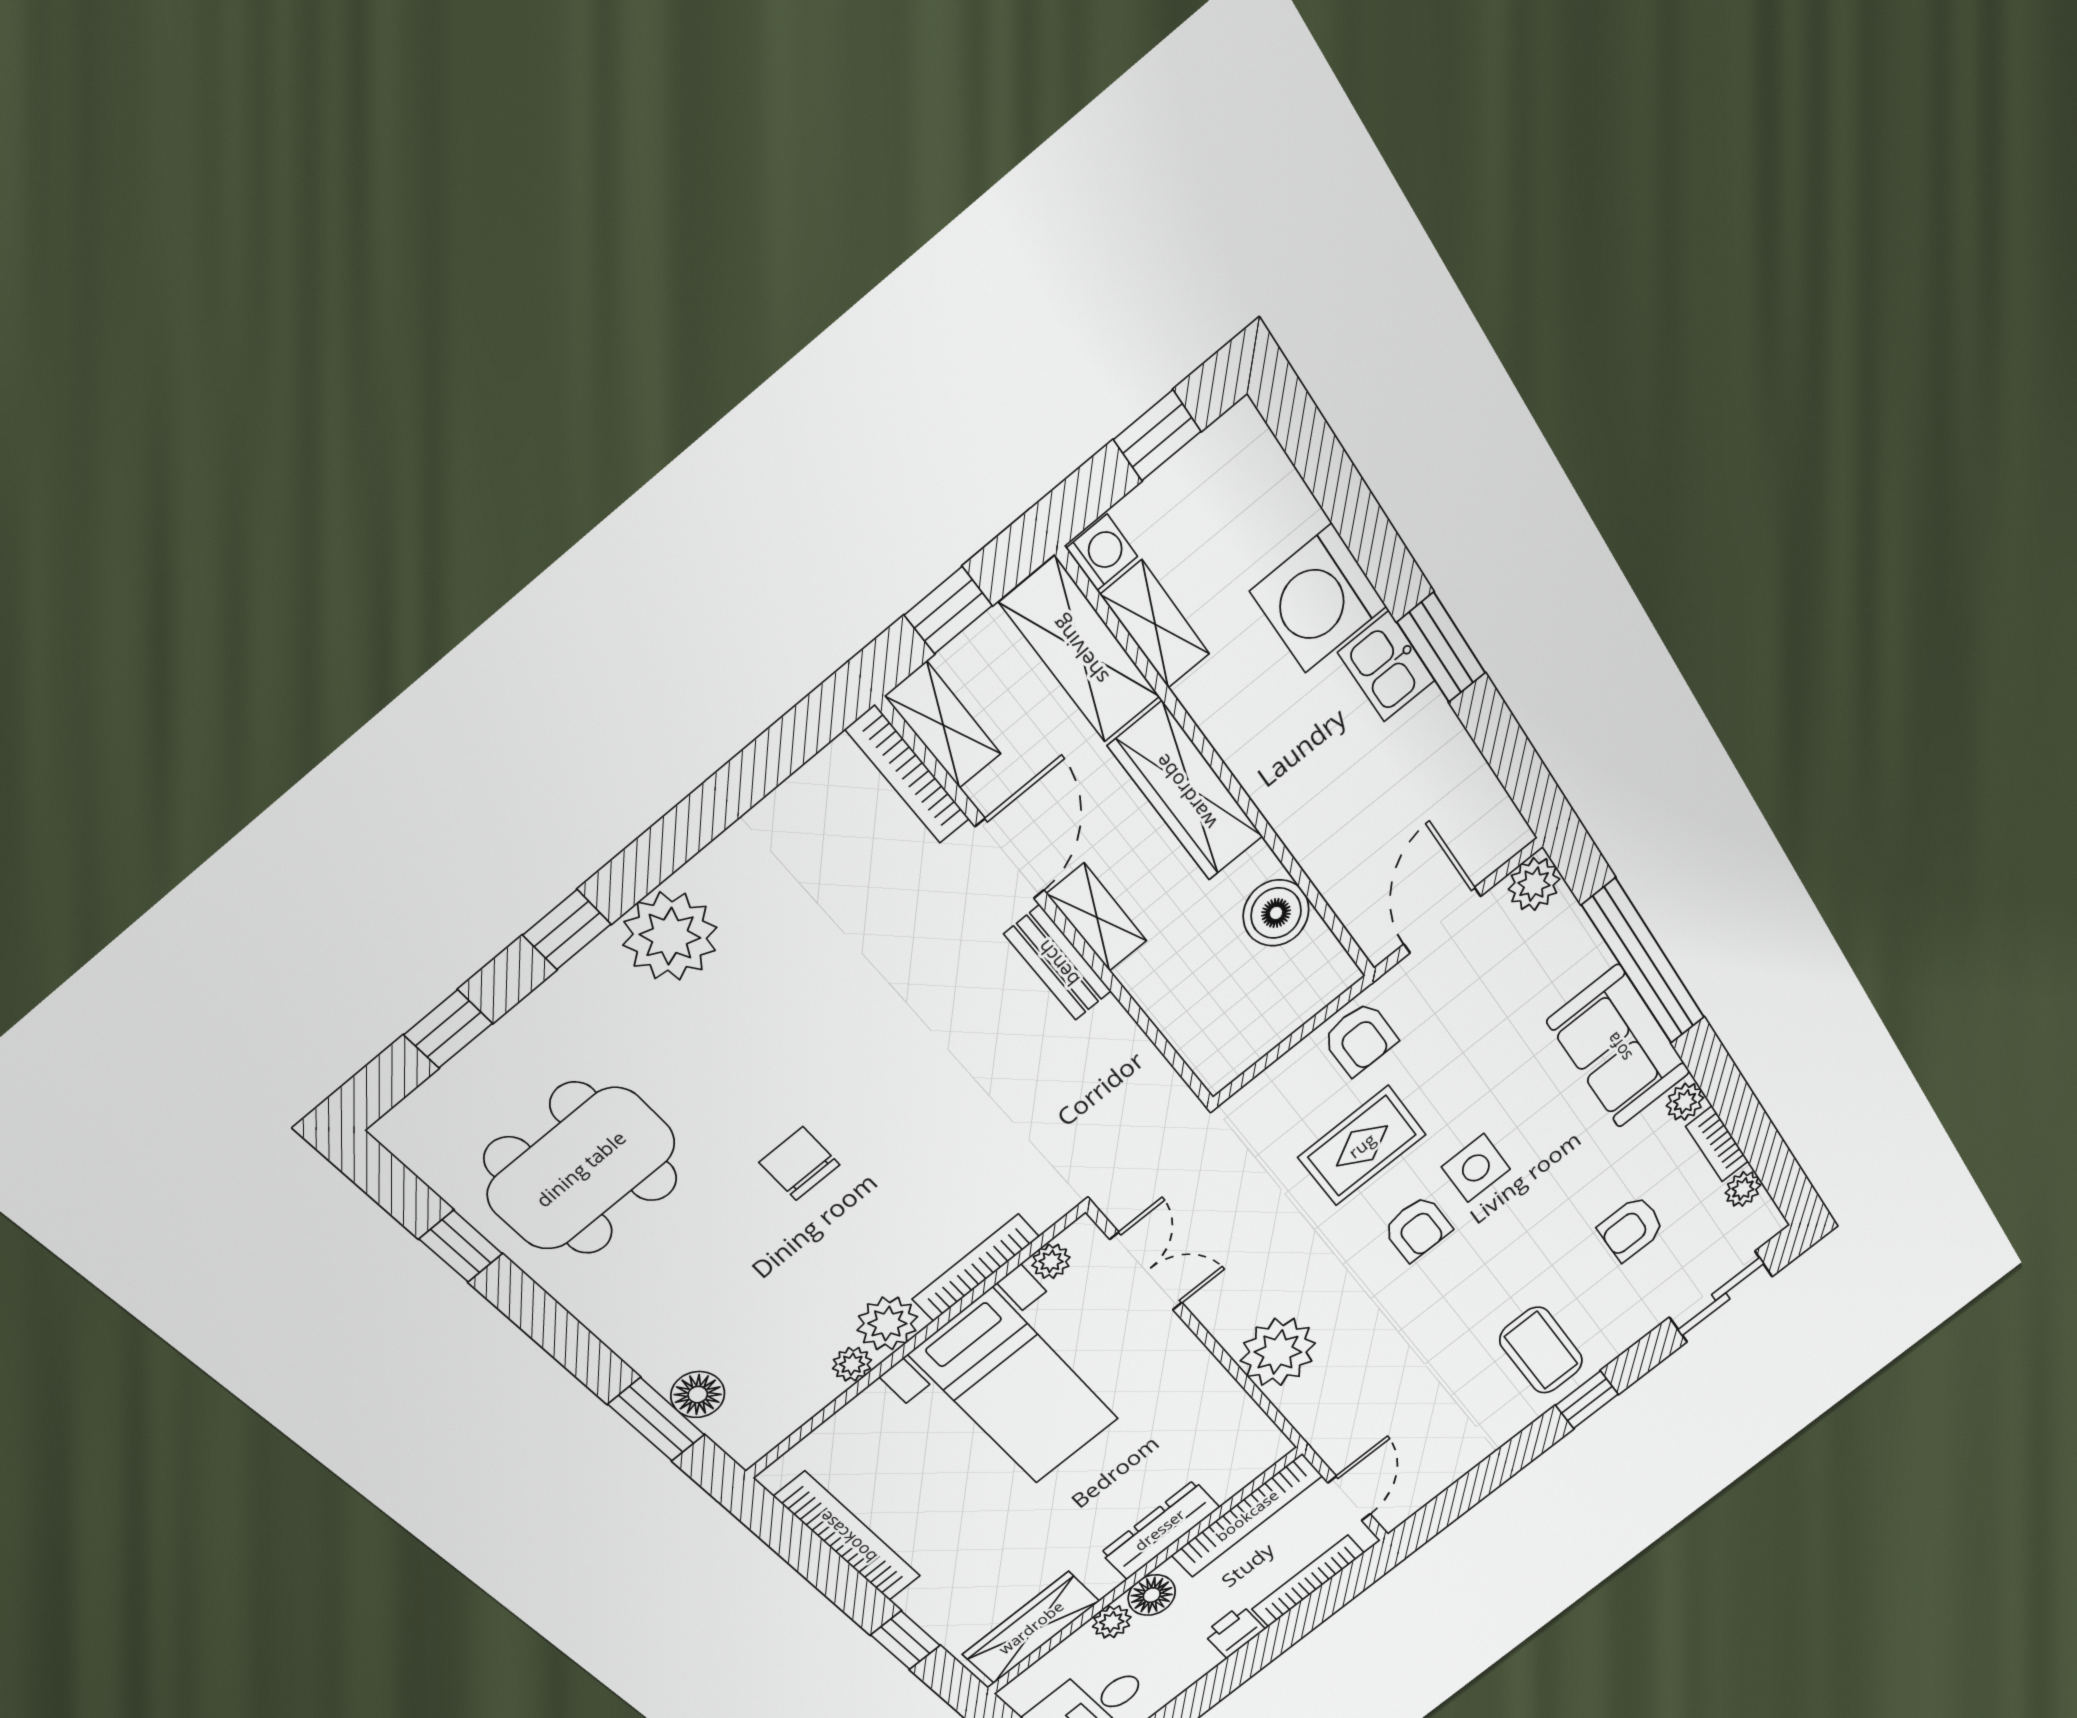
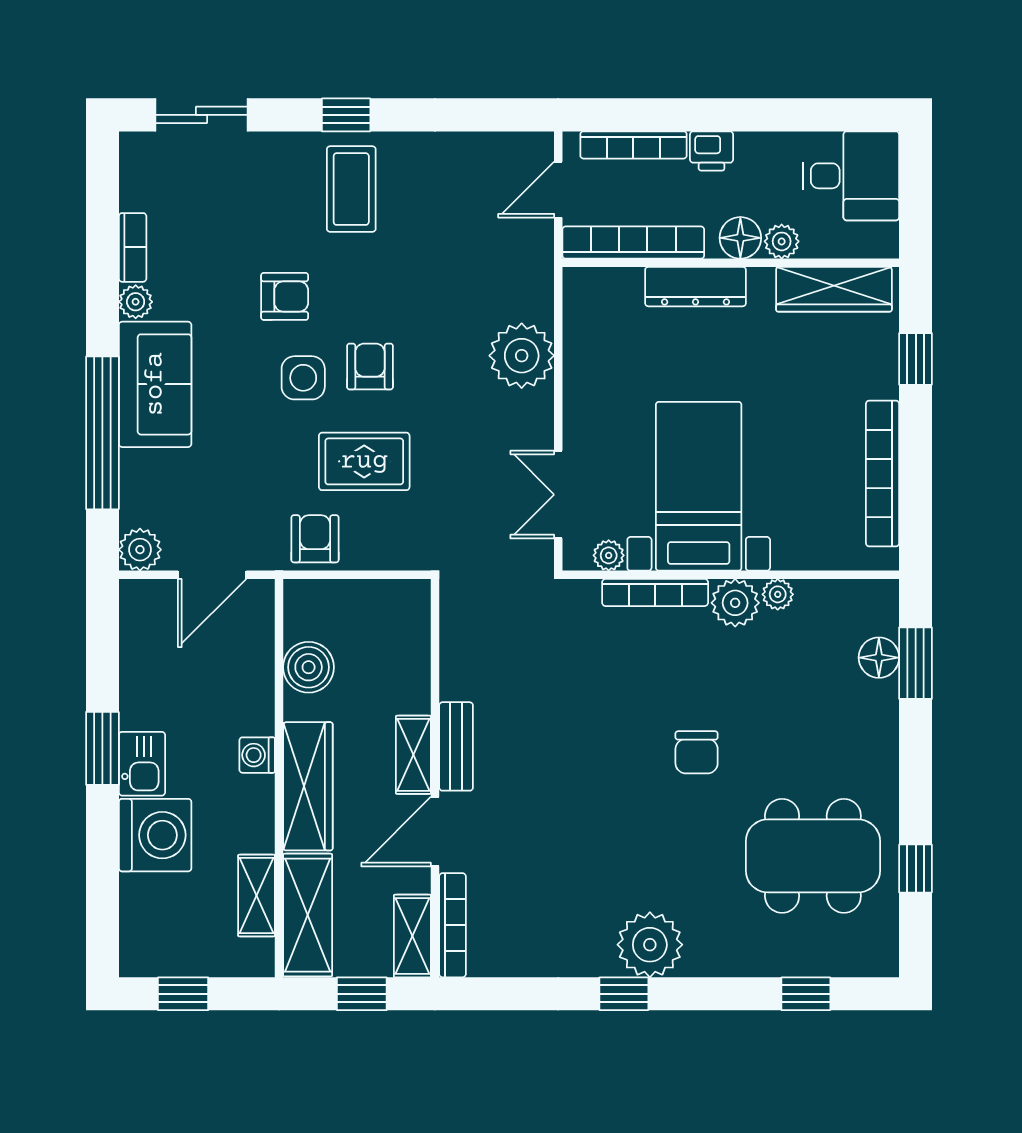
washing machine: (1102, 552) -> (257, 755), moved
window: (567, 930) -> (624, 994), moved
plant: (1743, 1189) -> (135, 193), removed
armchair: (1631, 1228) -> (285, 296), moved

